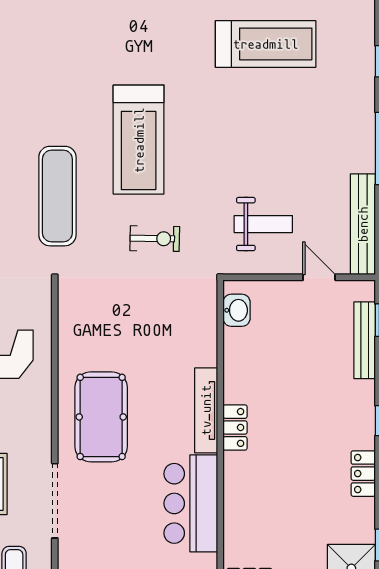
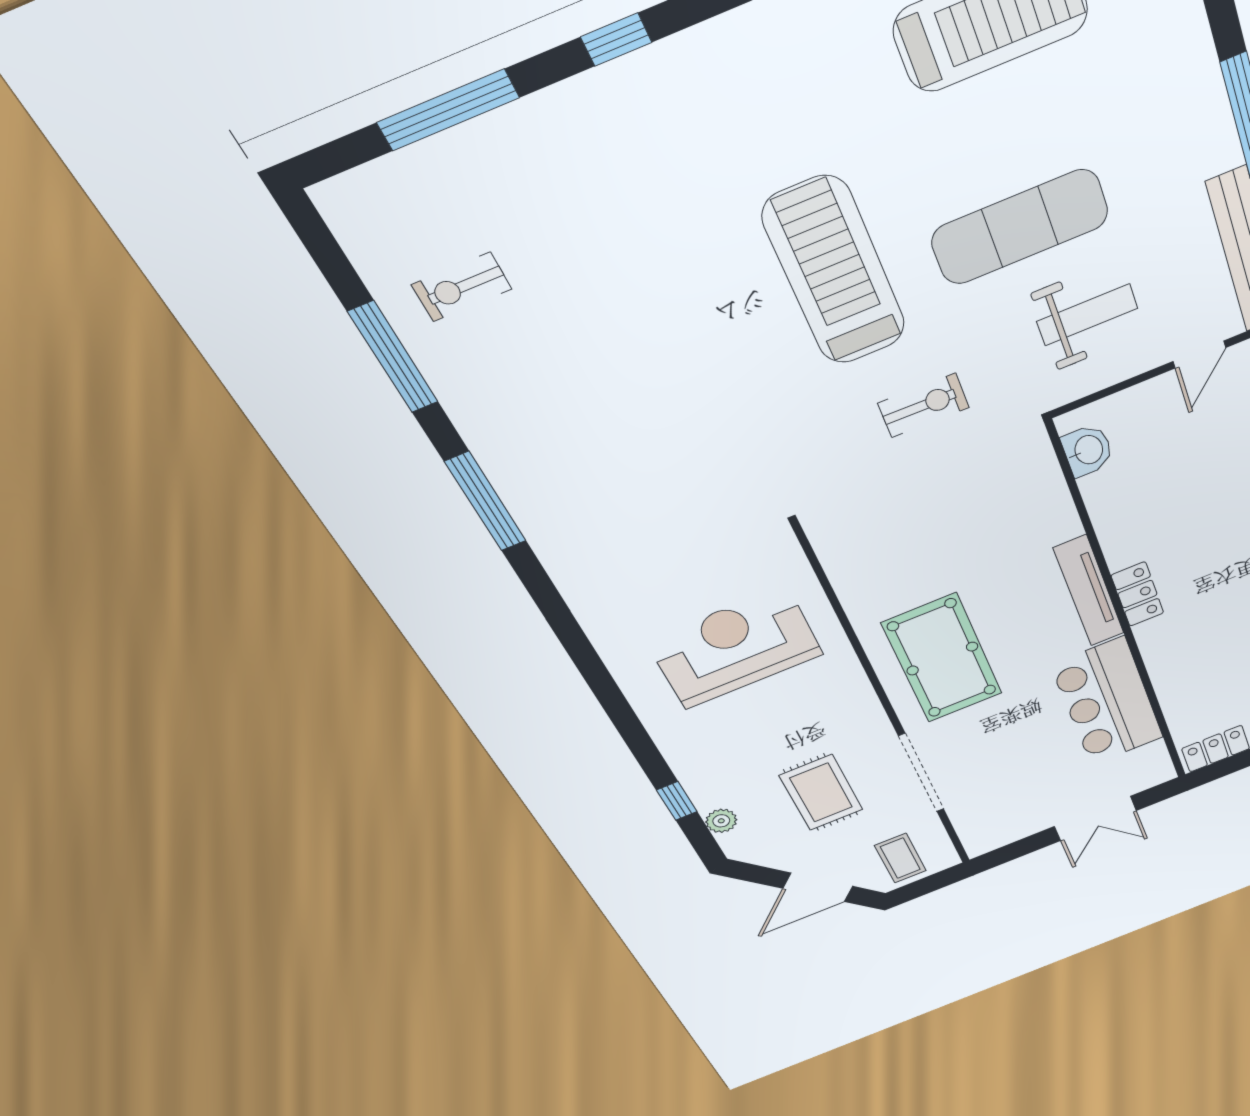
treadmill: (139, 140) -> (835, 272), turned 180
exercise mat: (57, 196) -> (1020, 227), moved, turned 90
door: (319, 277) -> (1199, 355), swing flipped

